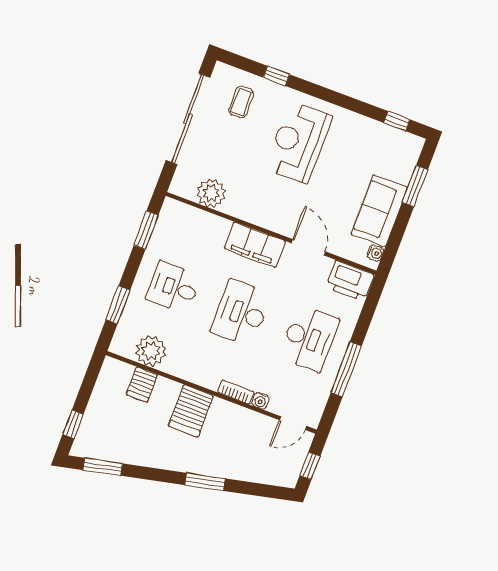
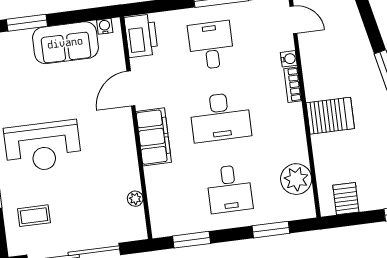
plant: (211, 193) -> (135, 199), width x0.53, depth x0.53
desk: (309, 338) -> (211, 45), width x0.73
server rack: (142, 385) -> (346, 199), moved, turned -90

